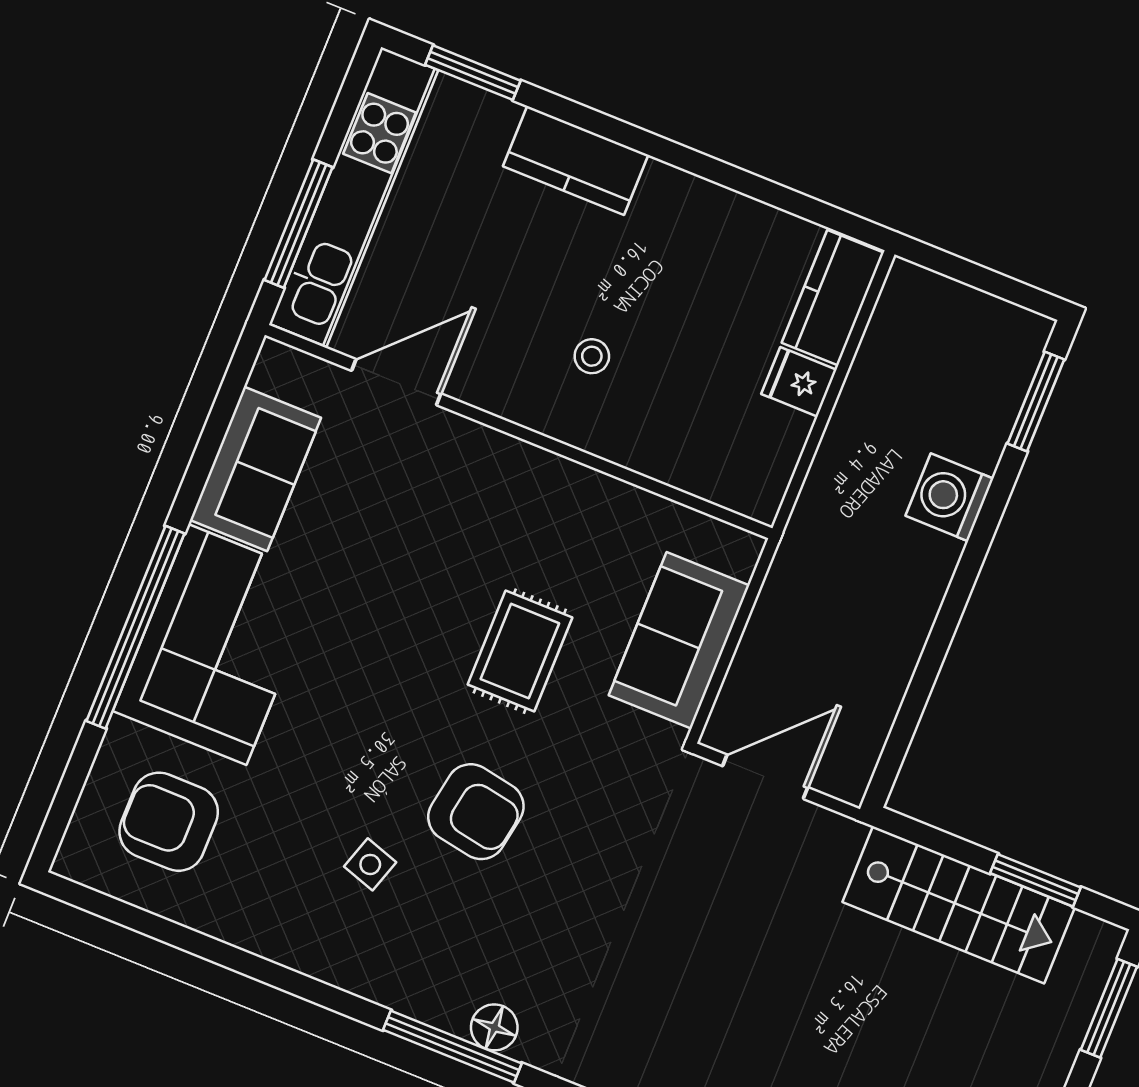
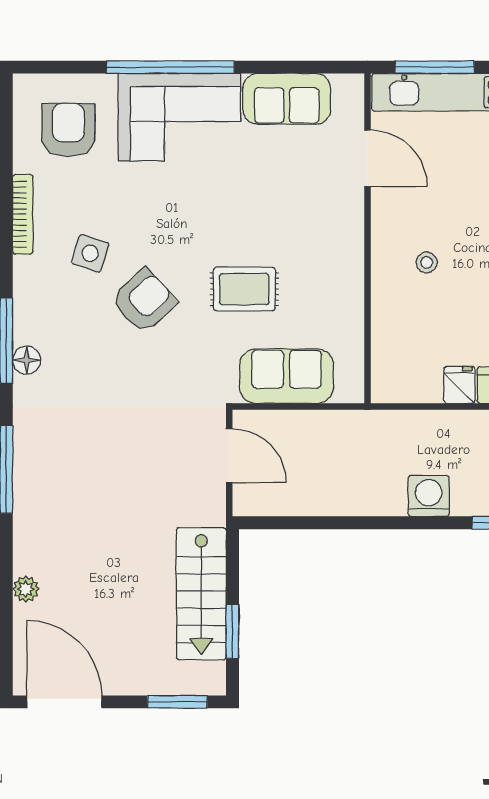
armchair: (476, 812) -> (144, 301), turned -143
side table: (370, 864) -> (90, 253), width x1.37, depth x1.37
bookcase: (269, 943) -> (23, 214), added

